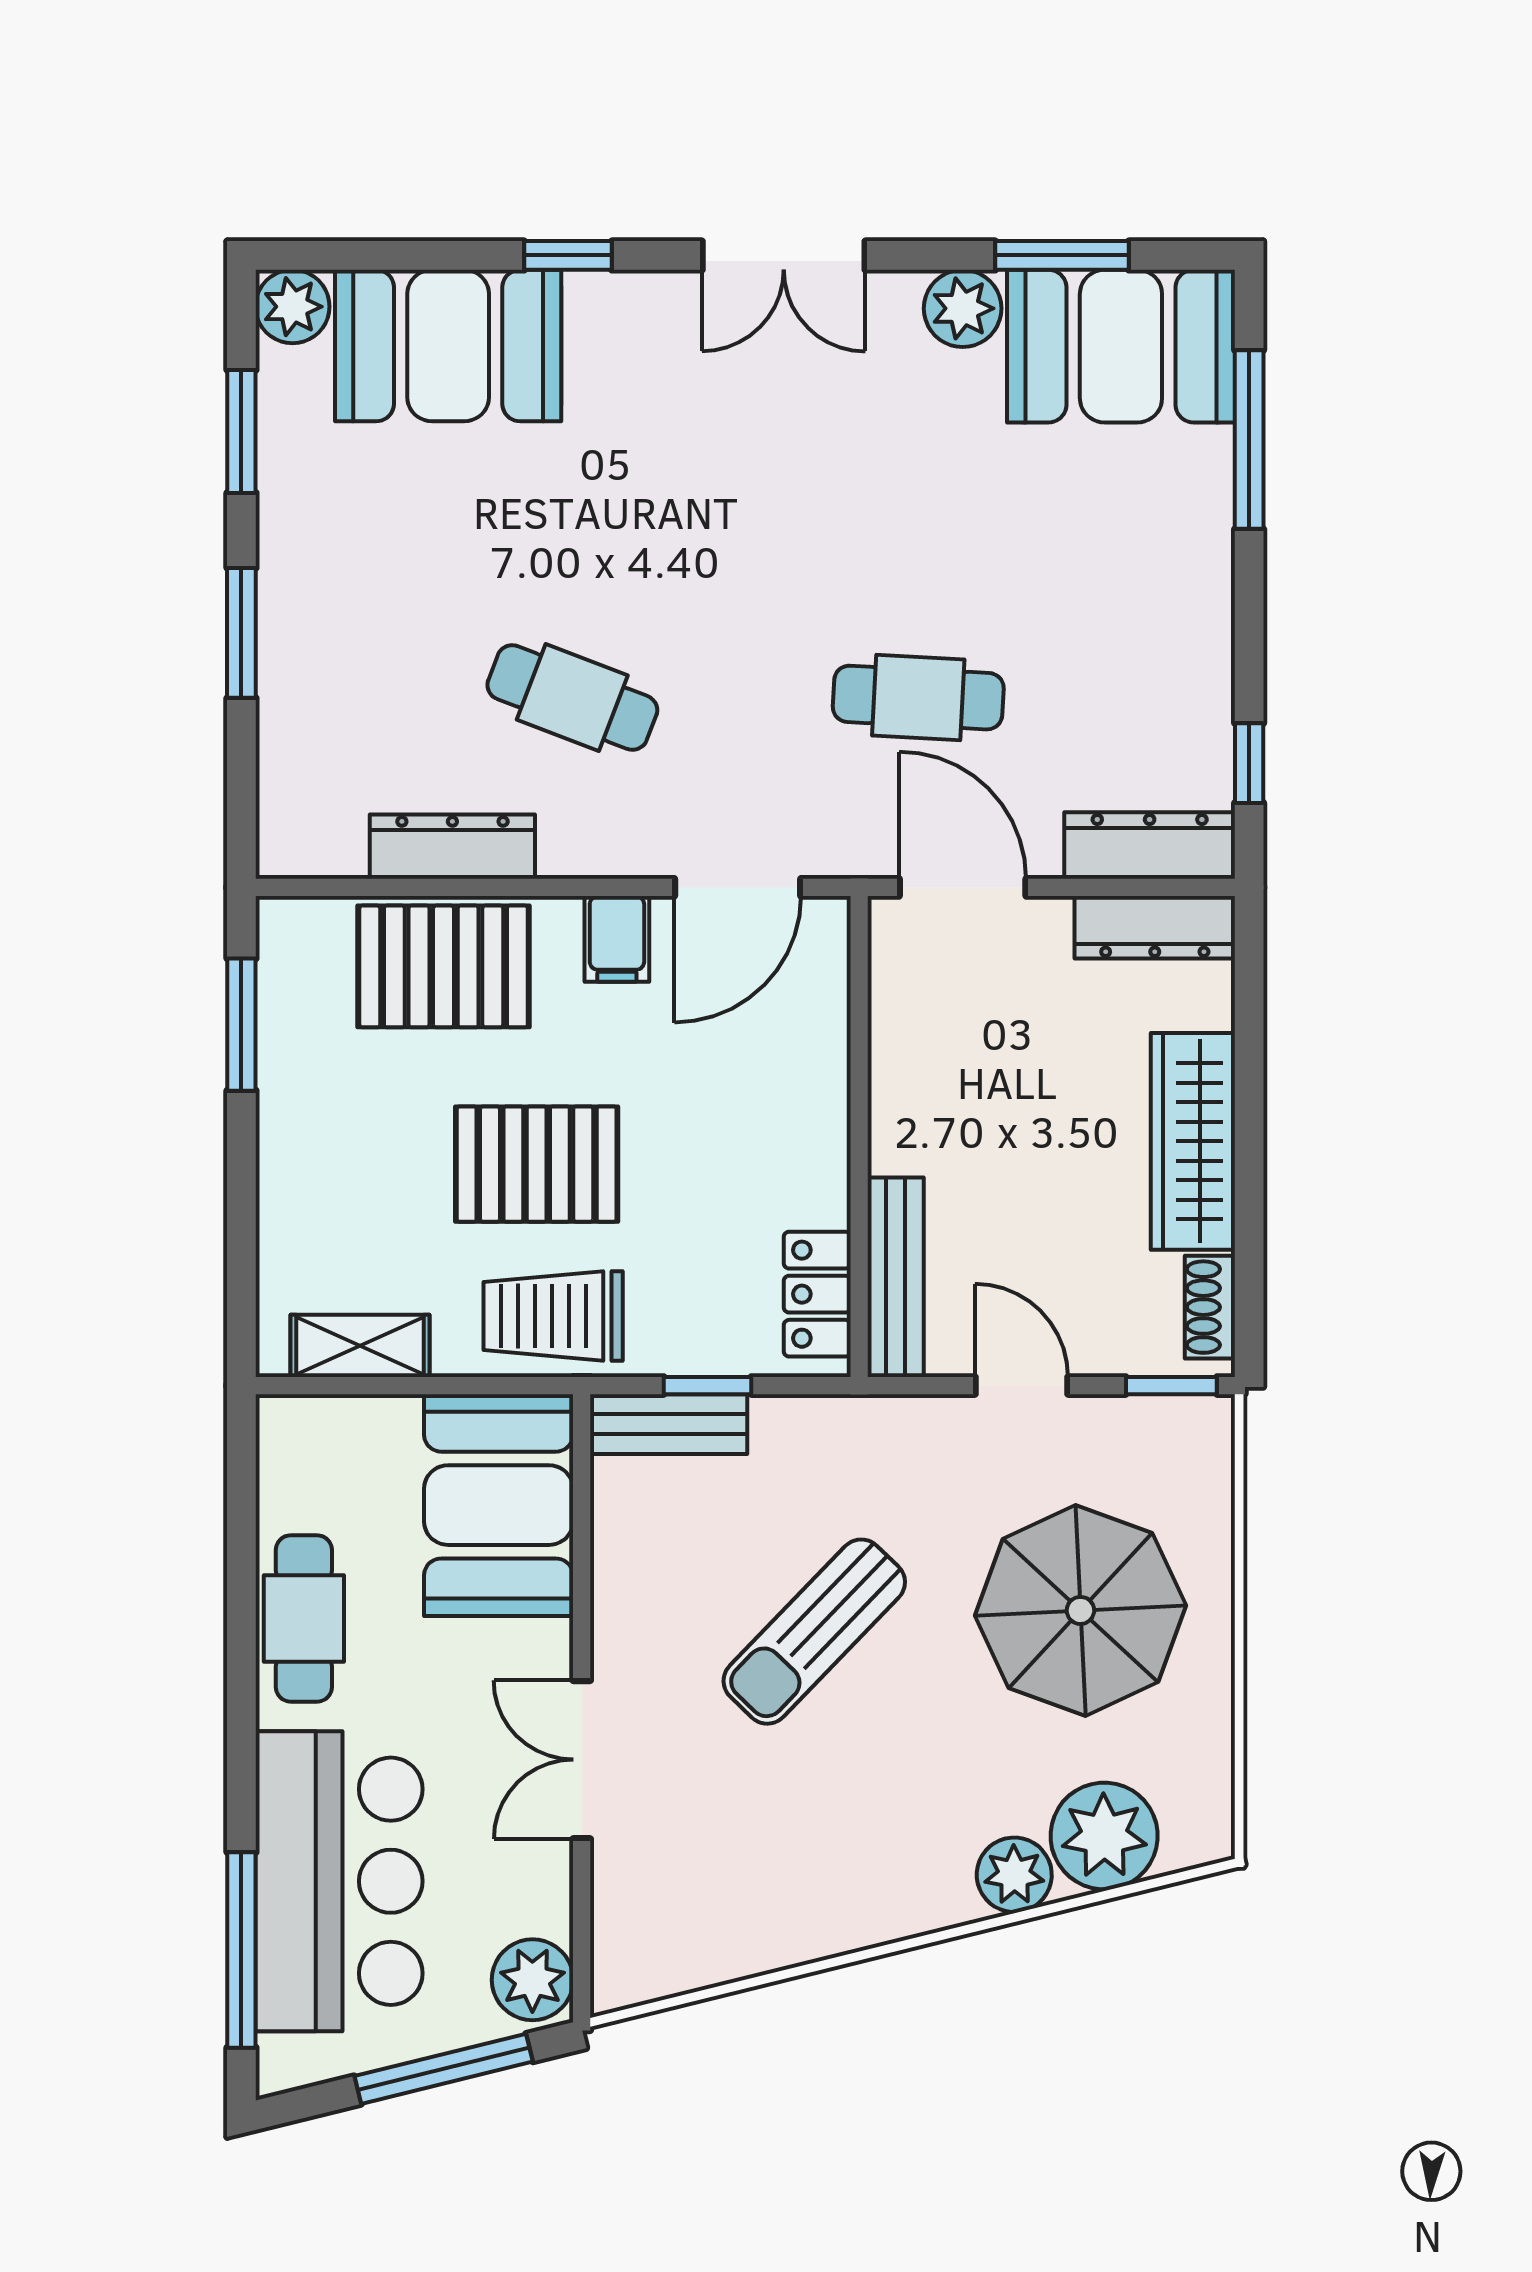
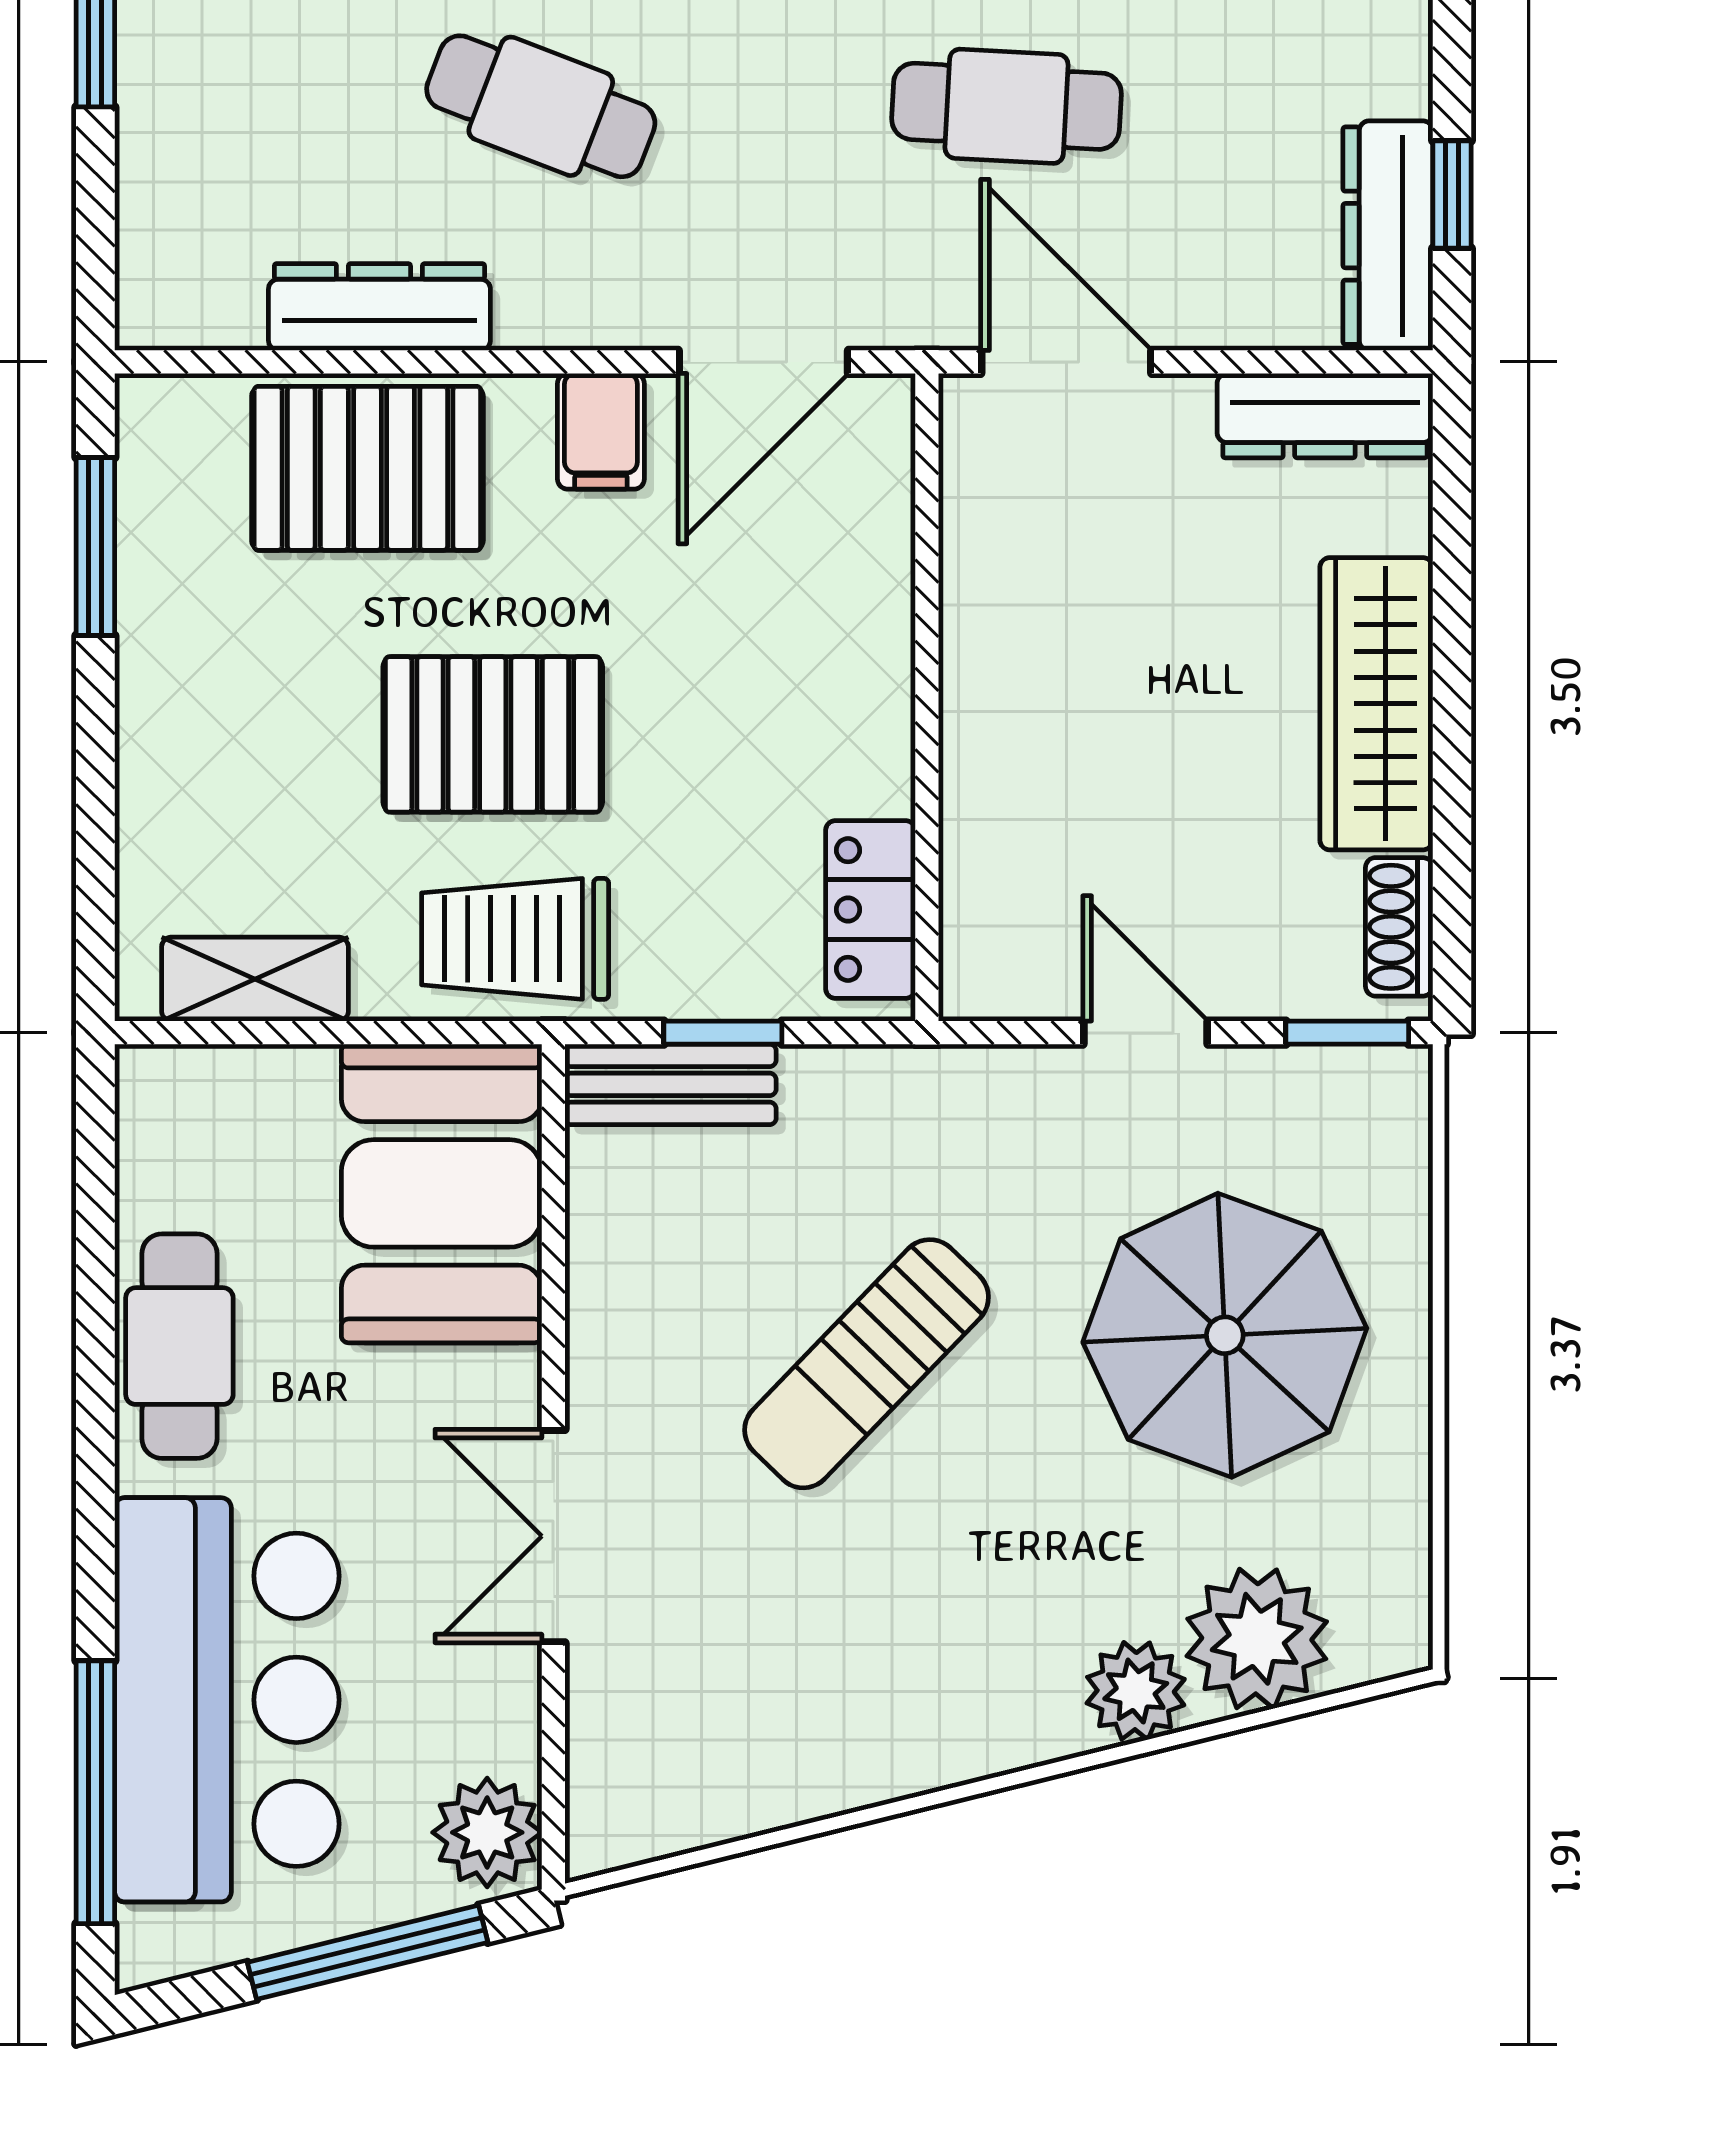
dresser: (1150, 846) -> (1388, 236), moved, turned -90
bench: (896, 1277) -> (976, 887), removed

